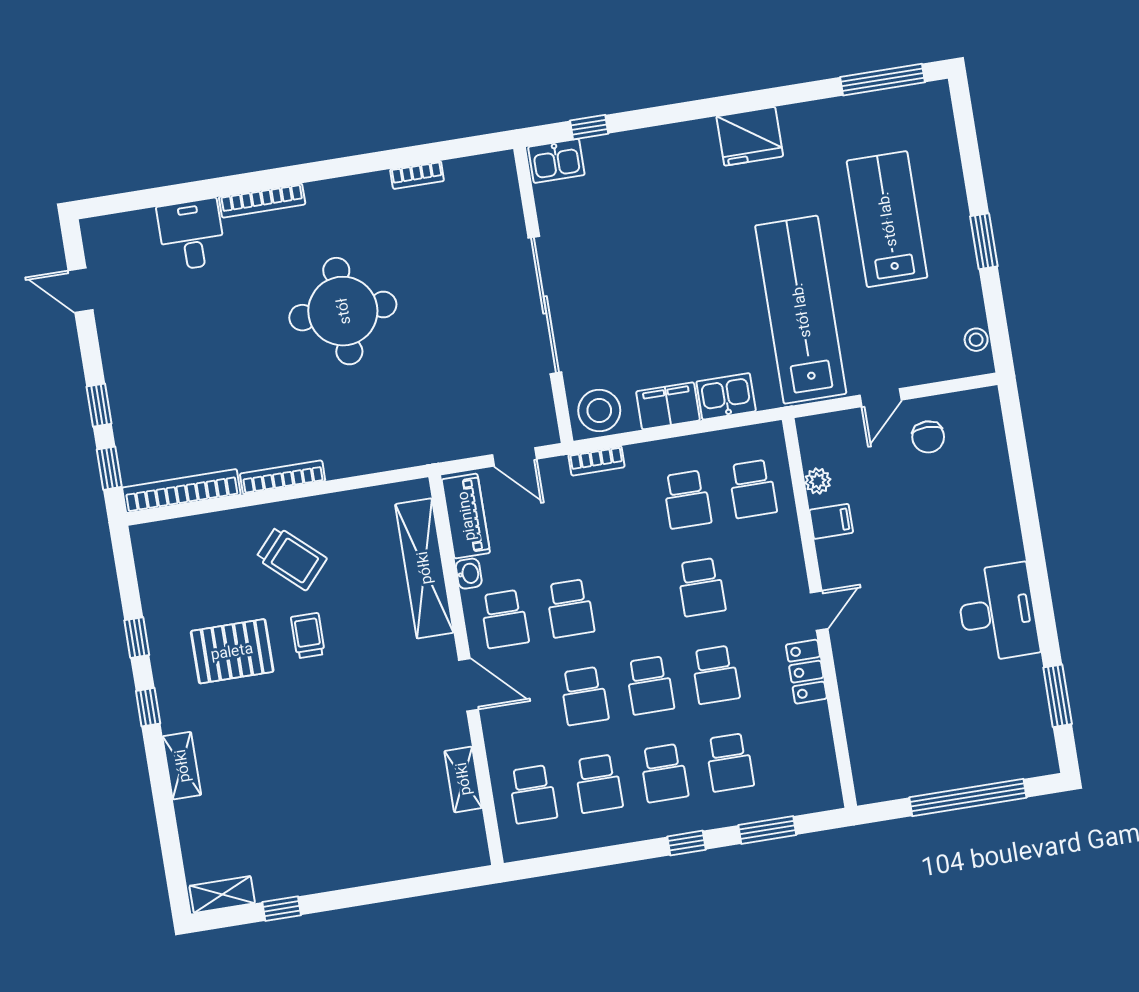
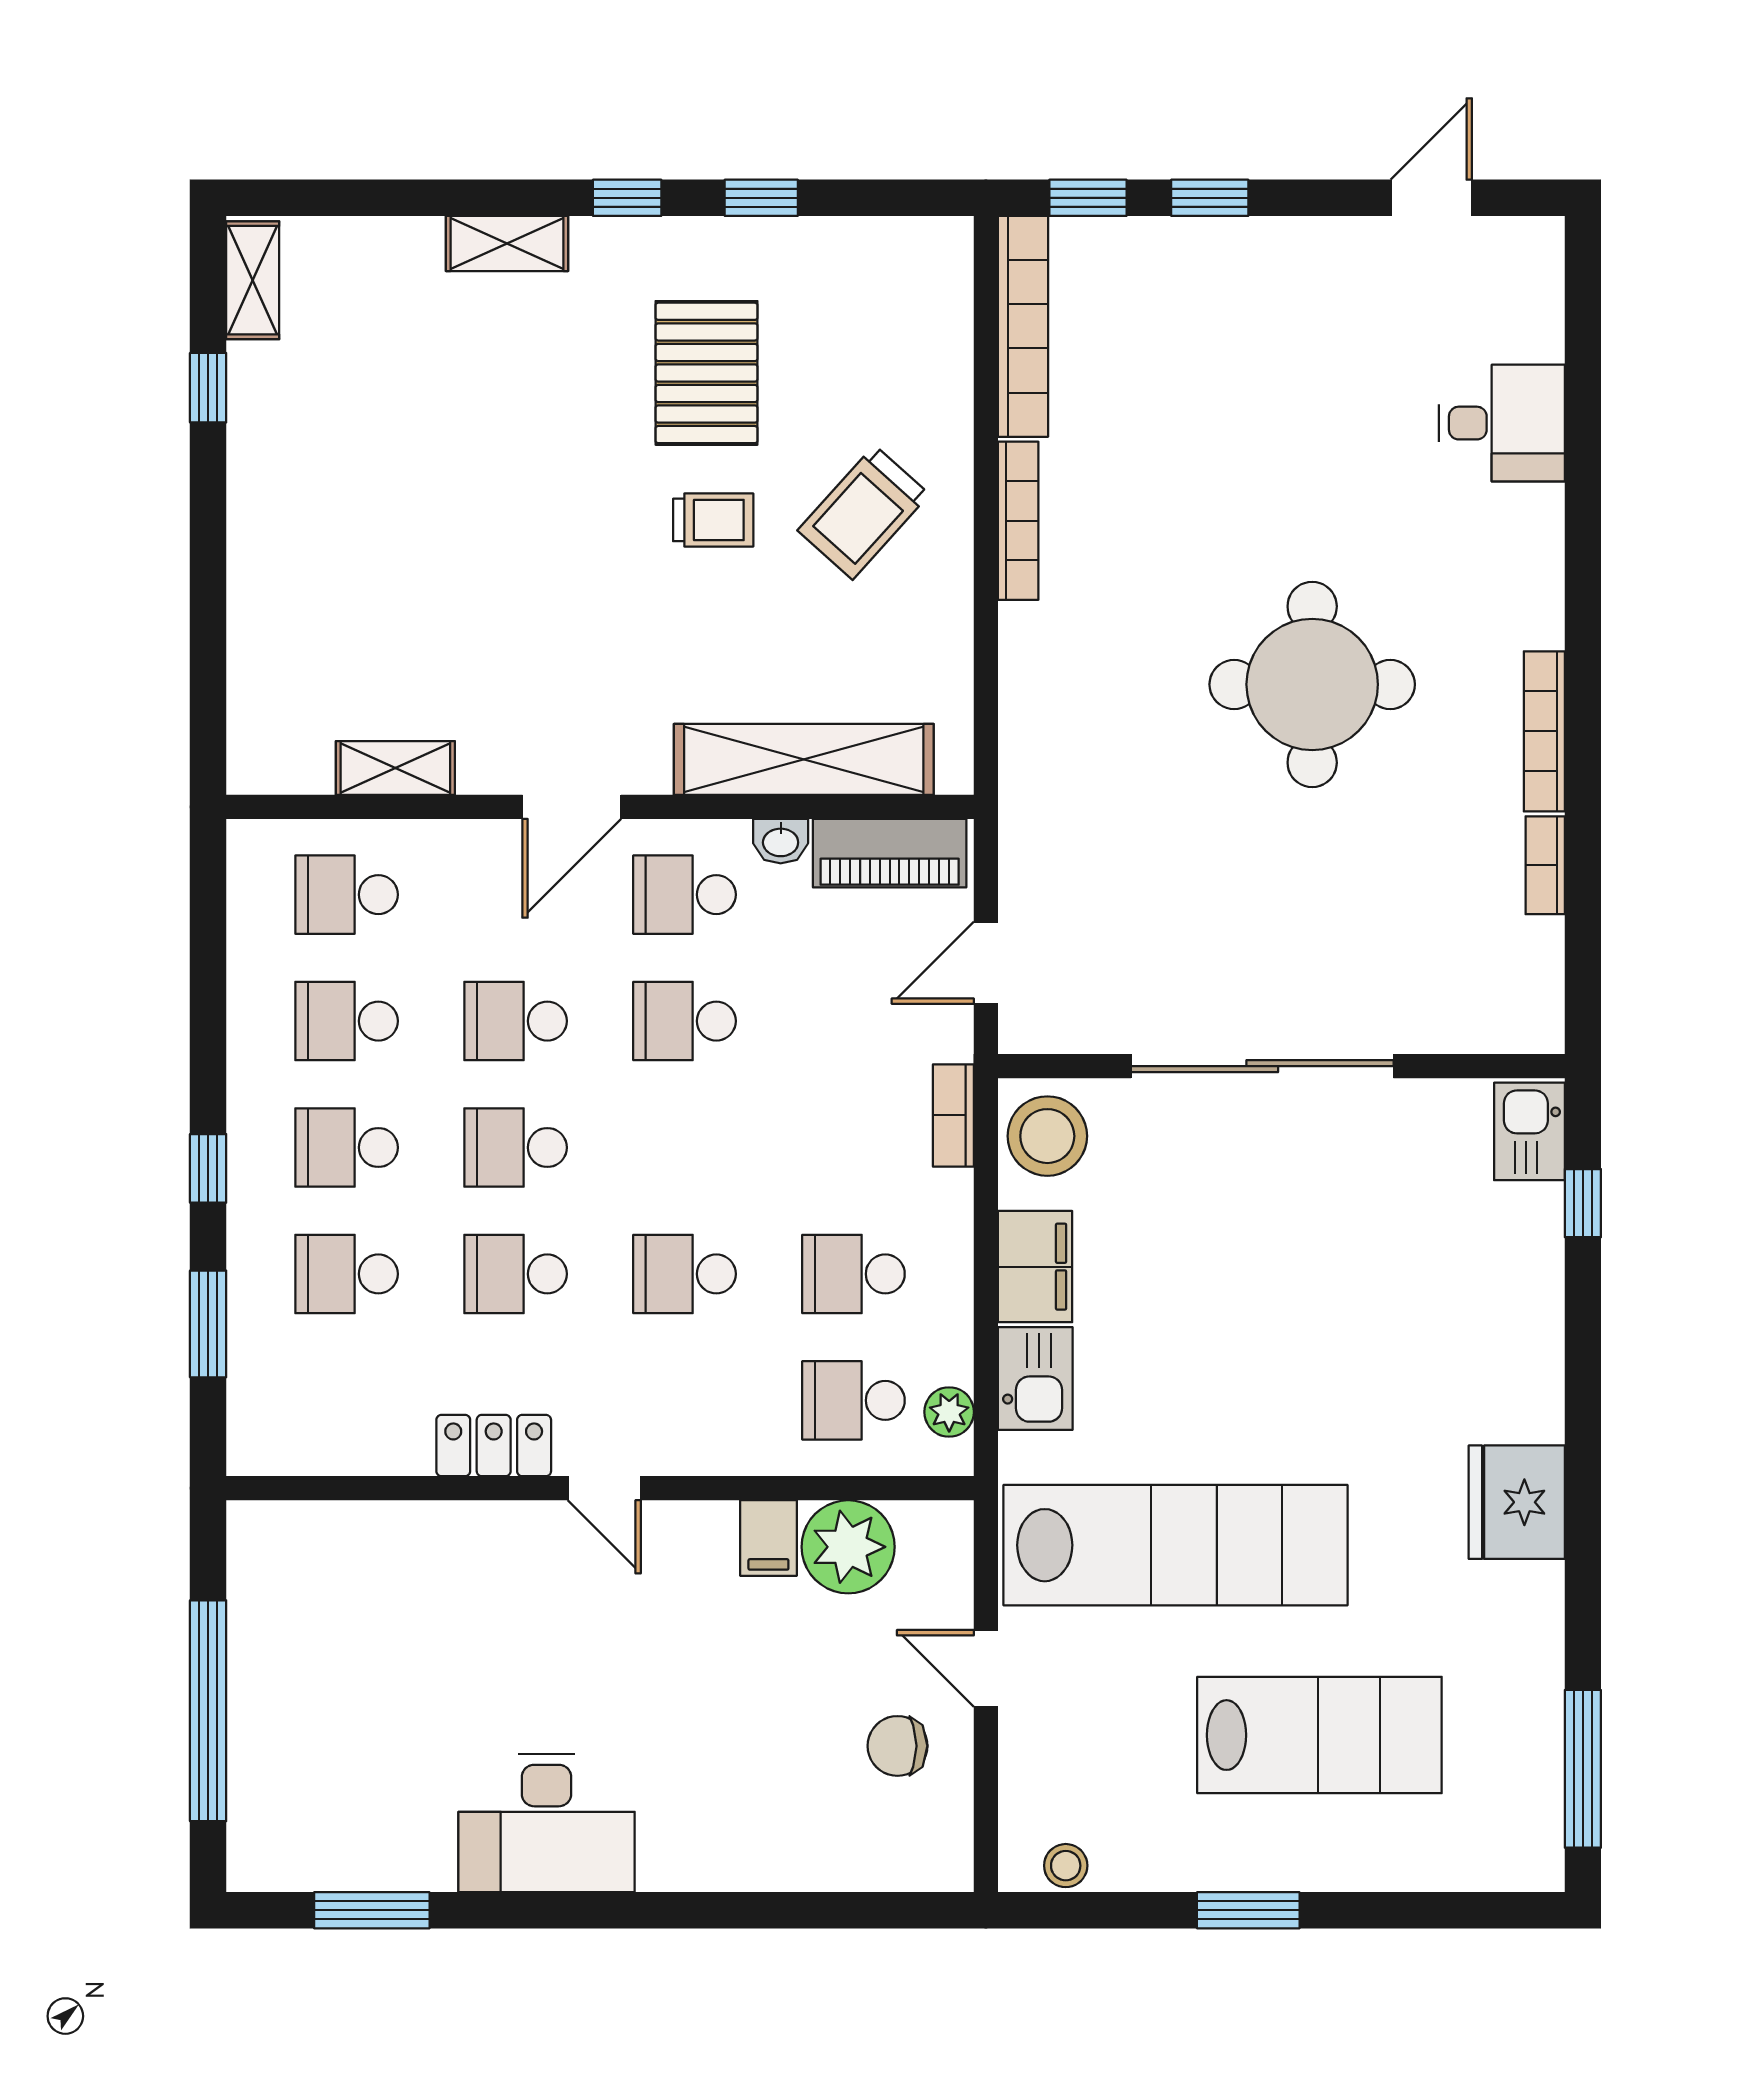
bookcase: (262, 201) -> (1544, 731), moved
plant: (751, 438) -> (949, 1412), added
plant: (818, 481) -> (848, 1547), width x1.87, depth x1.87

